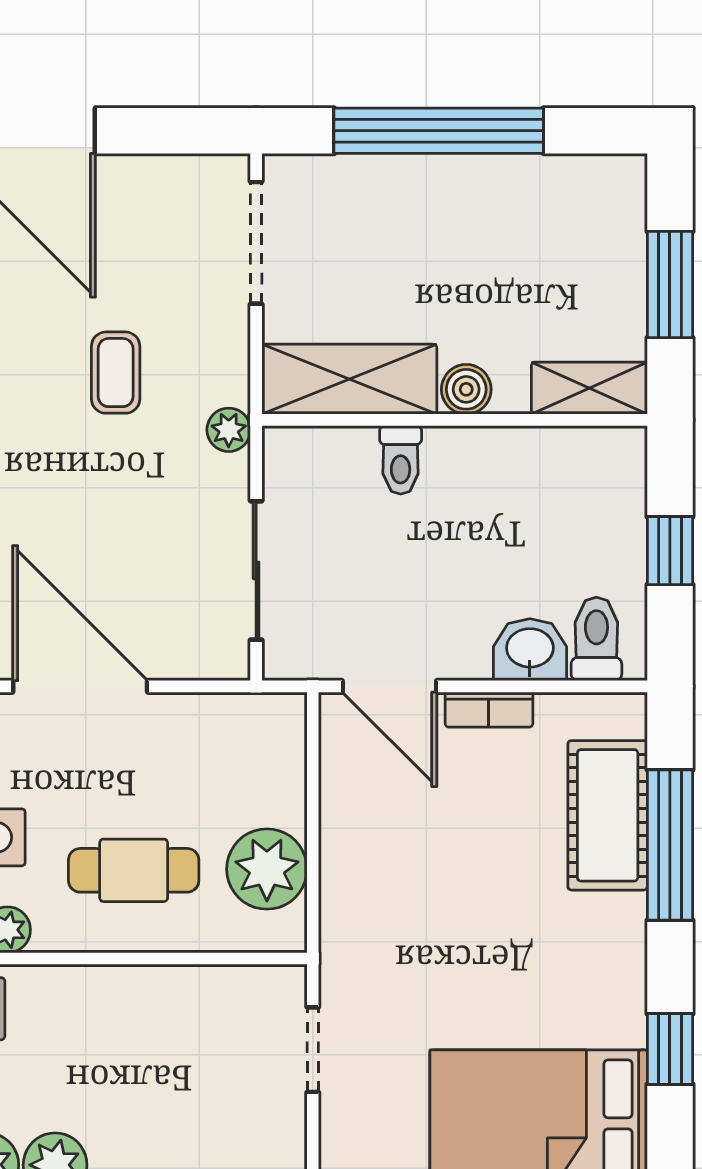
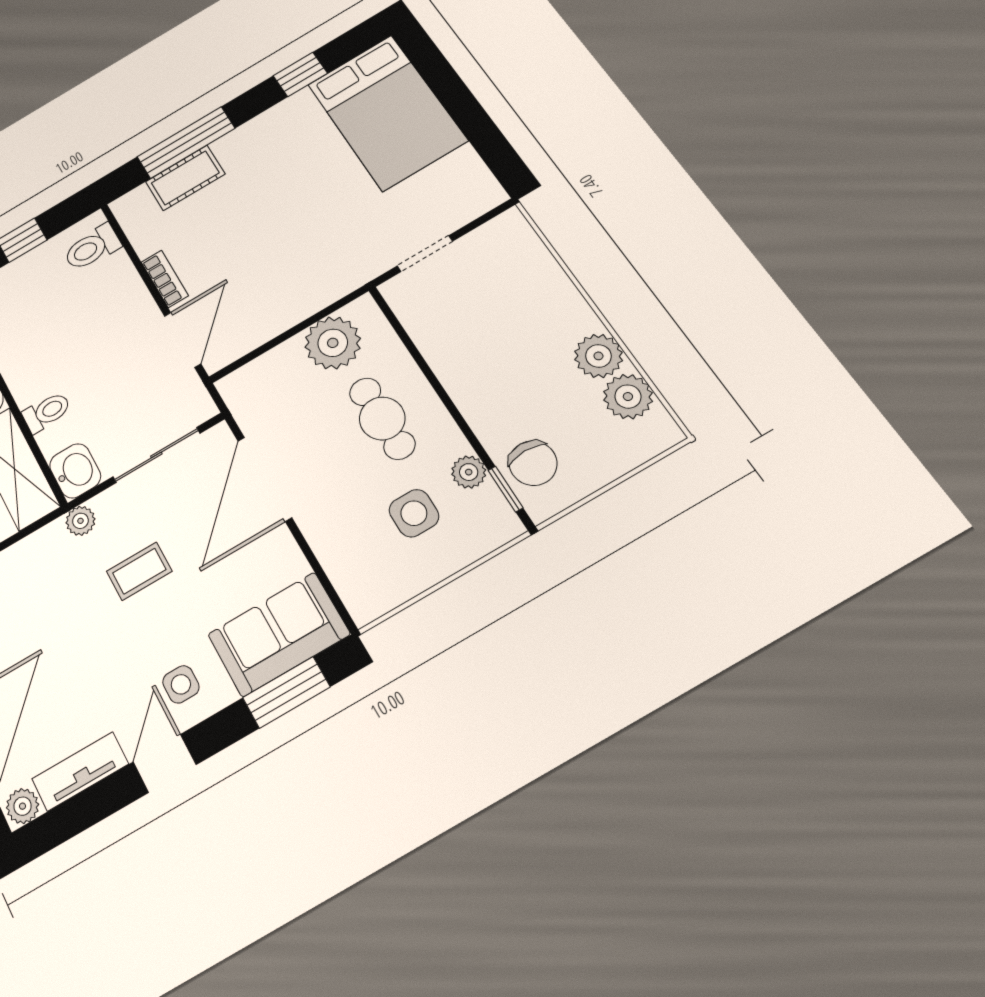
coffee table: (116, 373) -> (139, 571), moved
washbasin: (530, 650) -> (75, 471), moved, turned 180
door: (80, 686) -> (265, 479), moved
cot: (608, 815) -> (185, 178), width x0.73, depth x0.75

